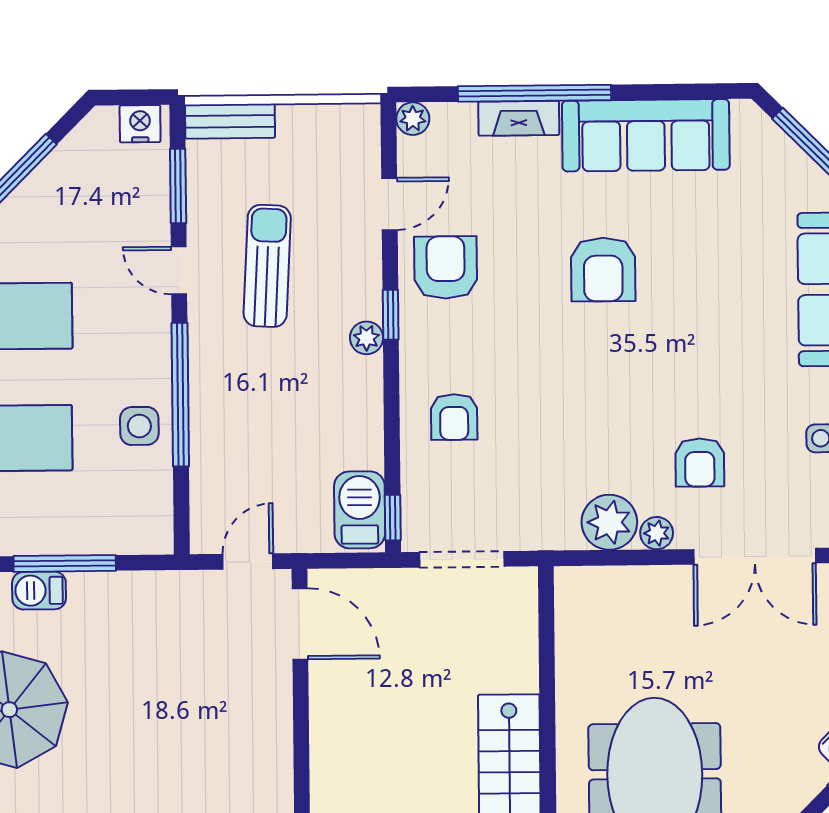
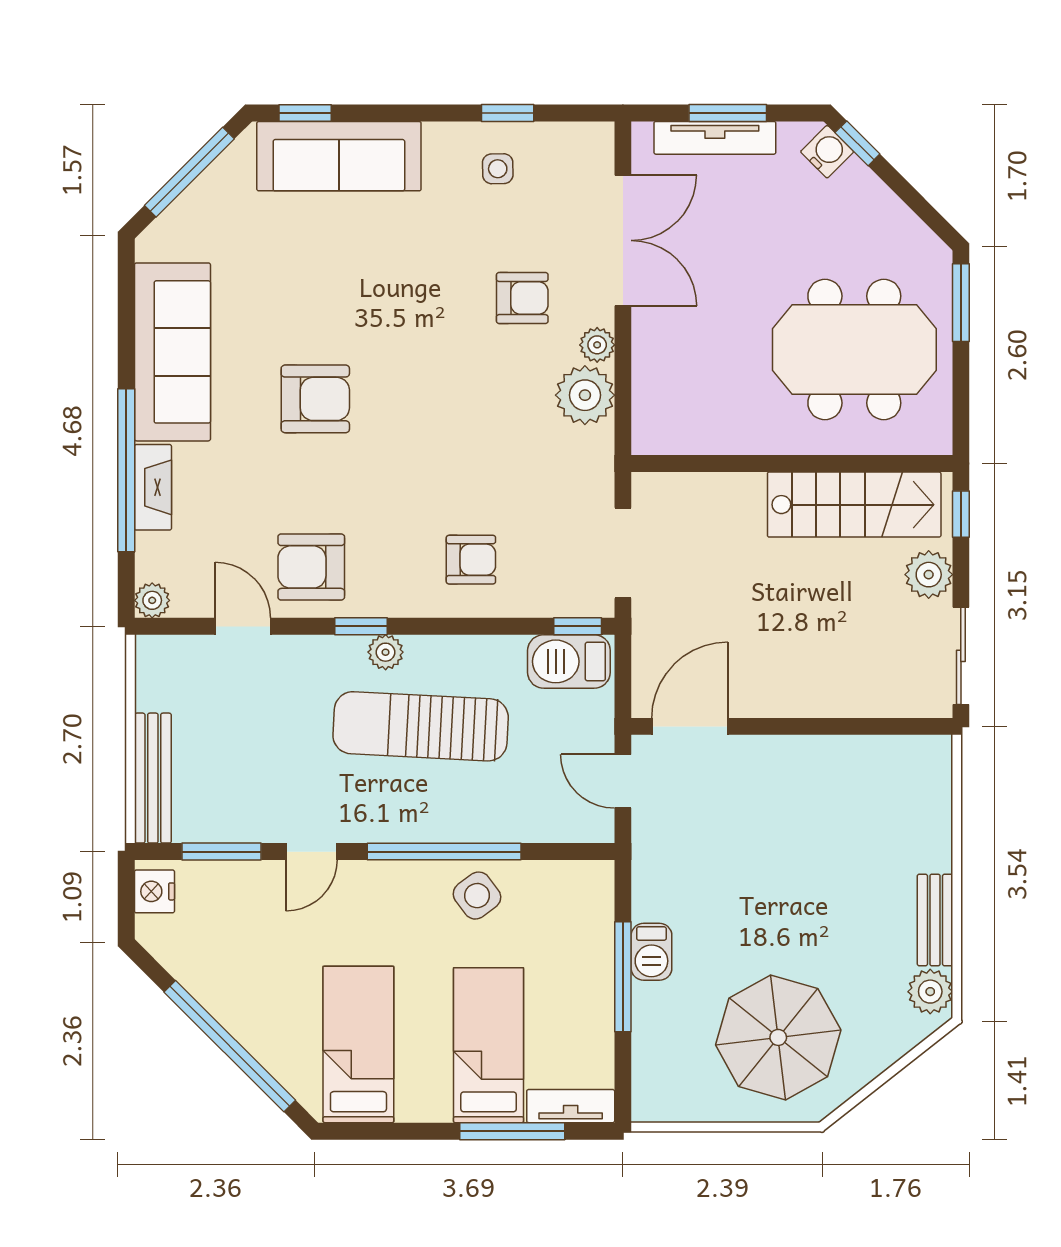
bench: (230, 121) -> (153, 778), width x1.36
sun lounger: (267, 266) -> (421, 726), moved, width x1.36, depth x1.34
side table: (139, 426) -> (477, 896), turned -37
barbecue: (39, 591) -> (651, 952), moved

